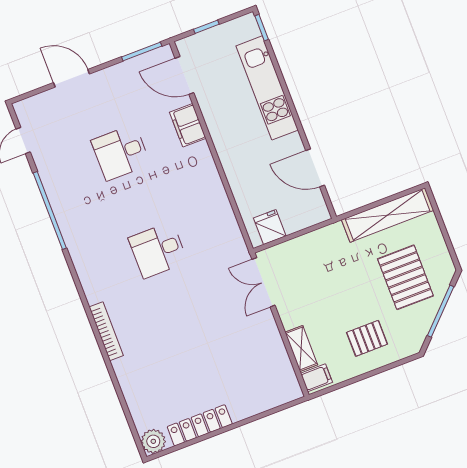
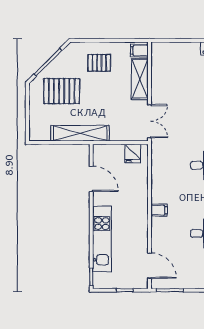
filing cabinet: (188, 125) -> (159, 210), moved, width x0.50
shelving: (388, 215) -> (80, 133), moved
pallet: (405, 277) -> (62, 91), turned 90
shelving: (301, 348) -> (140, 79), width x1.50, depth x1.33

